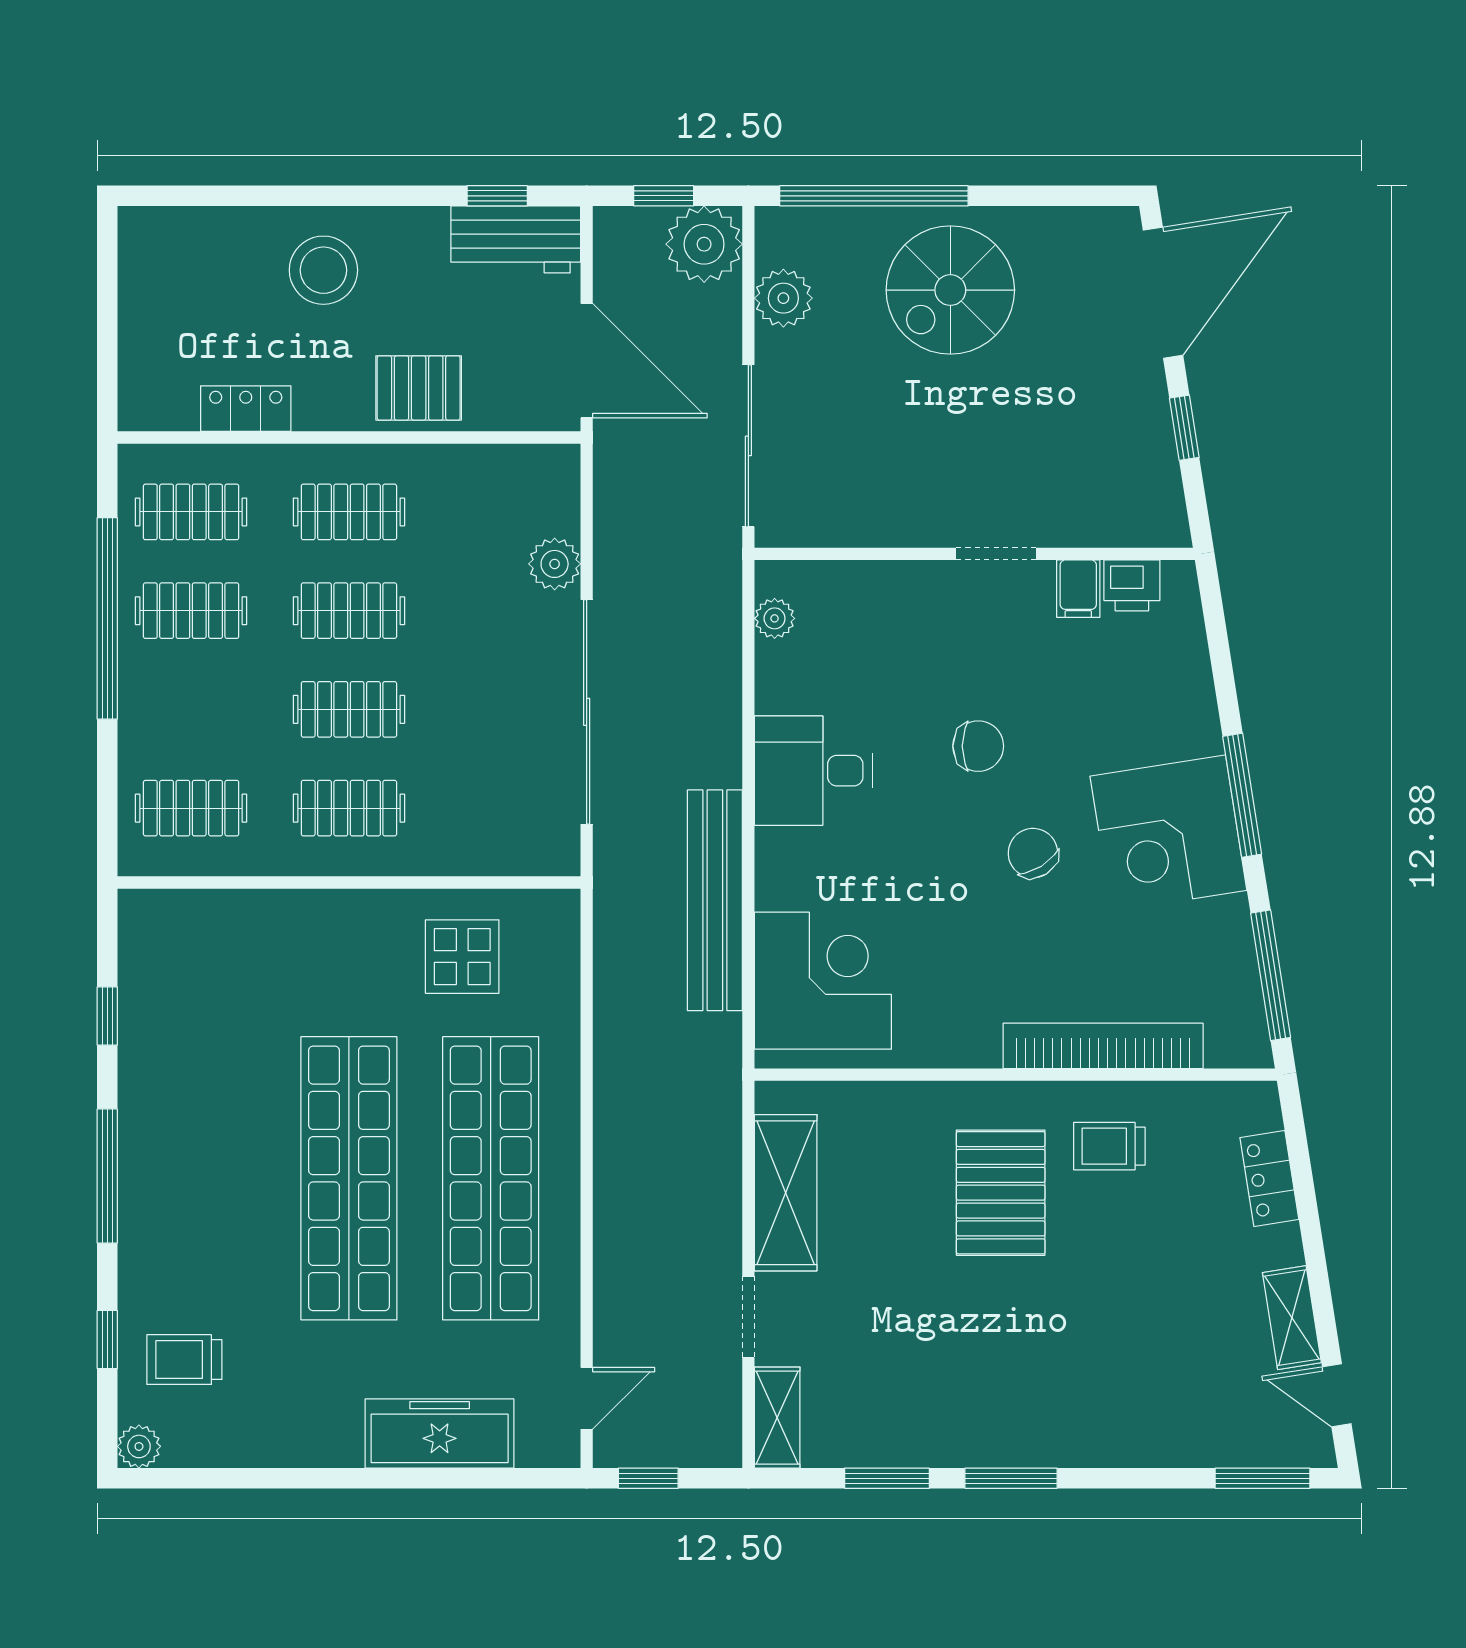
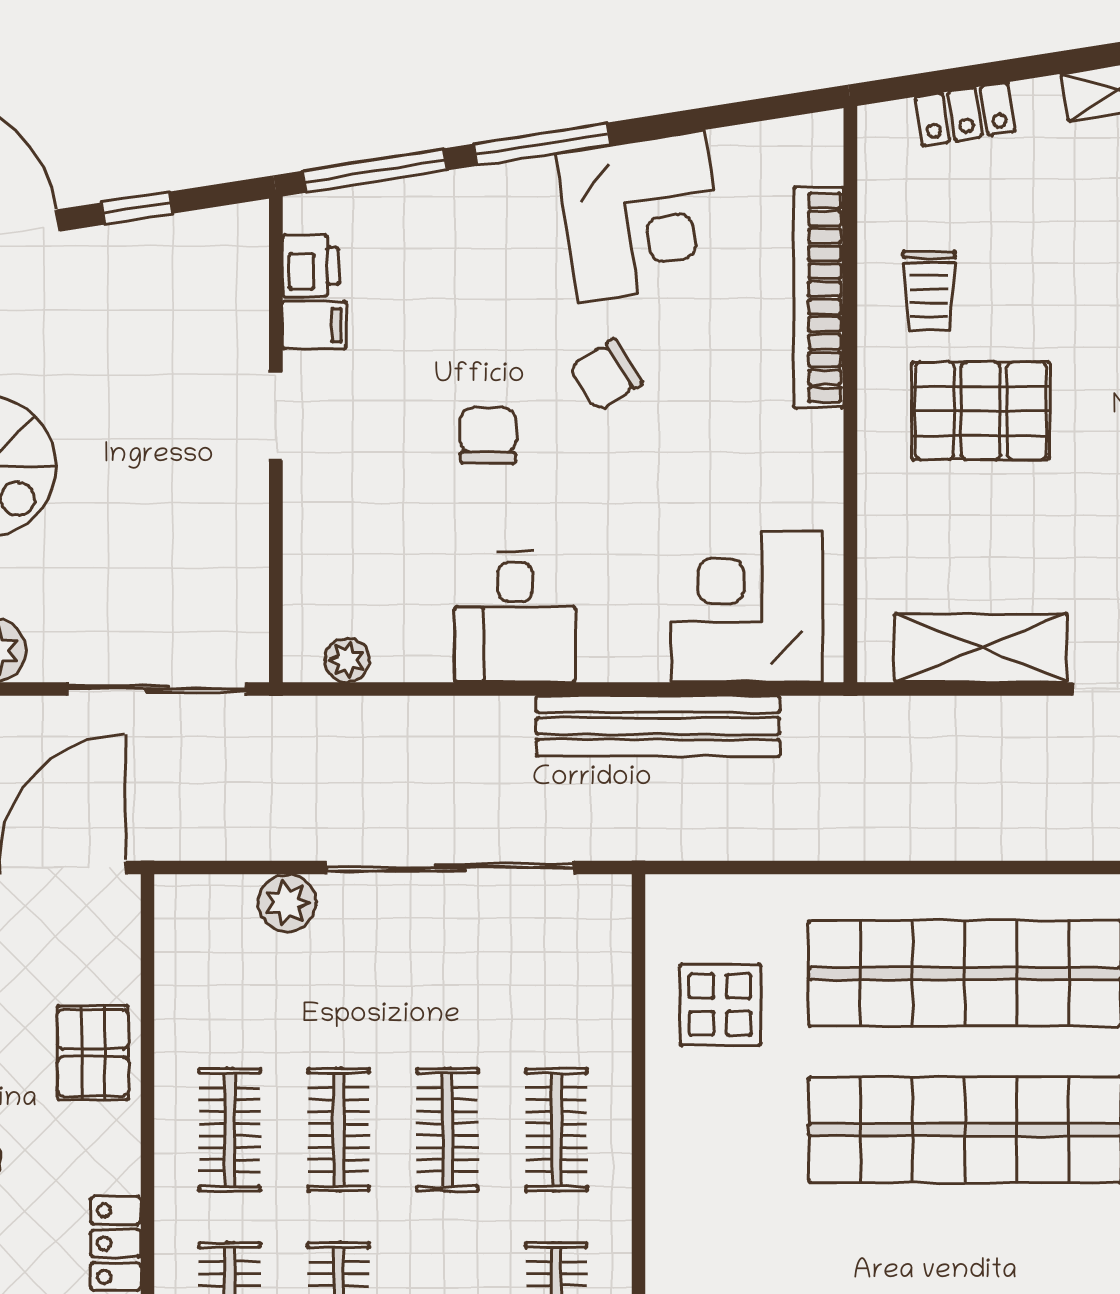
corner desk: (1168, 833) -> (642, 217), moved
window: (1271, 975) -> (375, 171), moved

